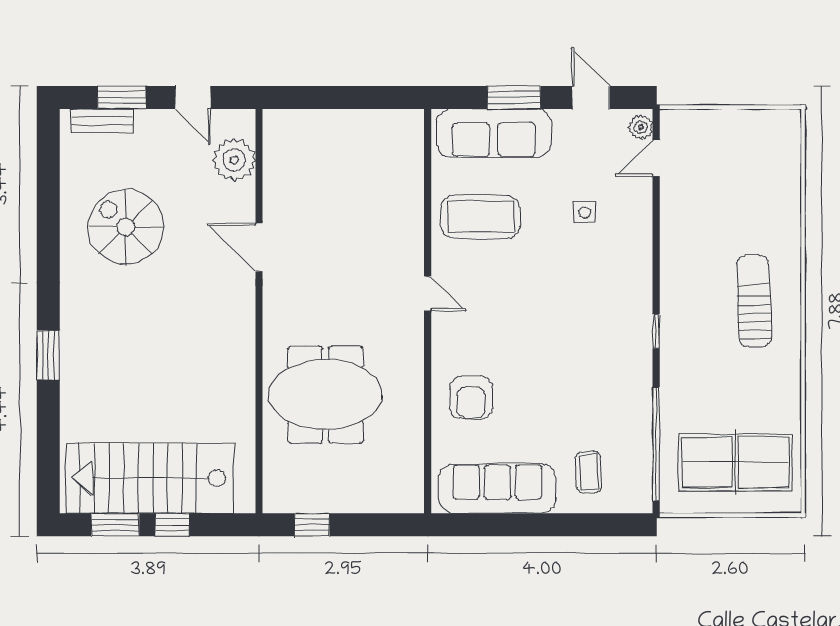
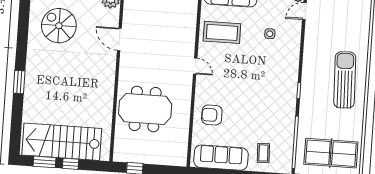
sun lounger: (754, 301) -> (345, 80), width x1.36, depth x1.34
armchair: (471, 397) -> (212, 115), turned 90

